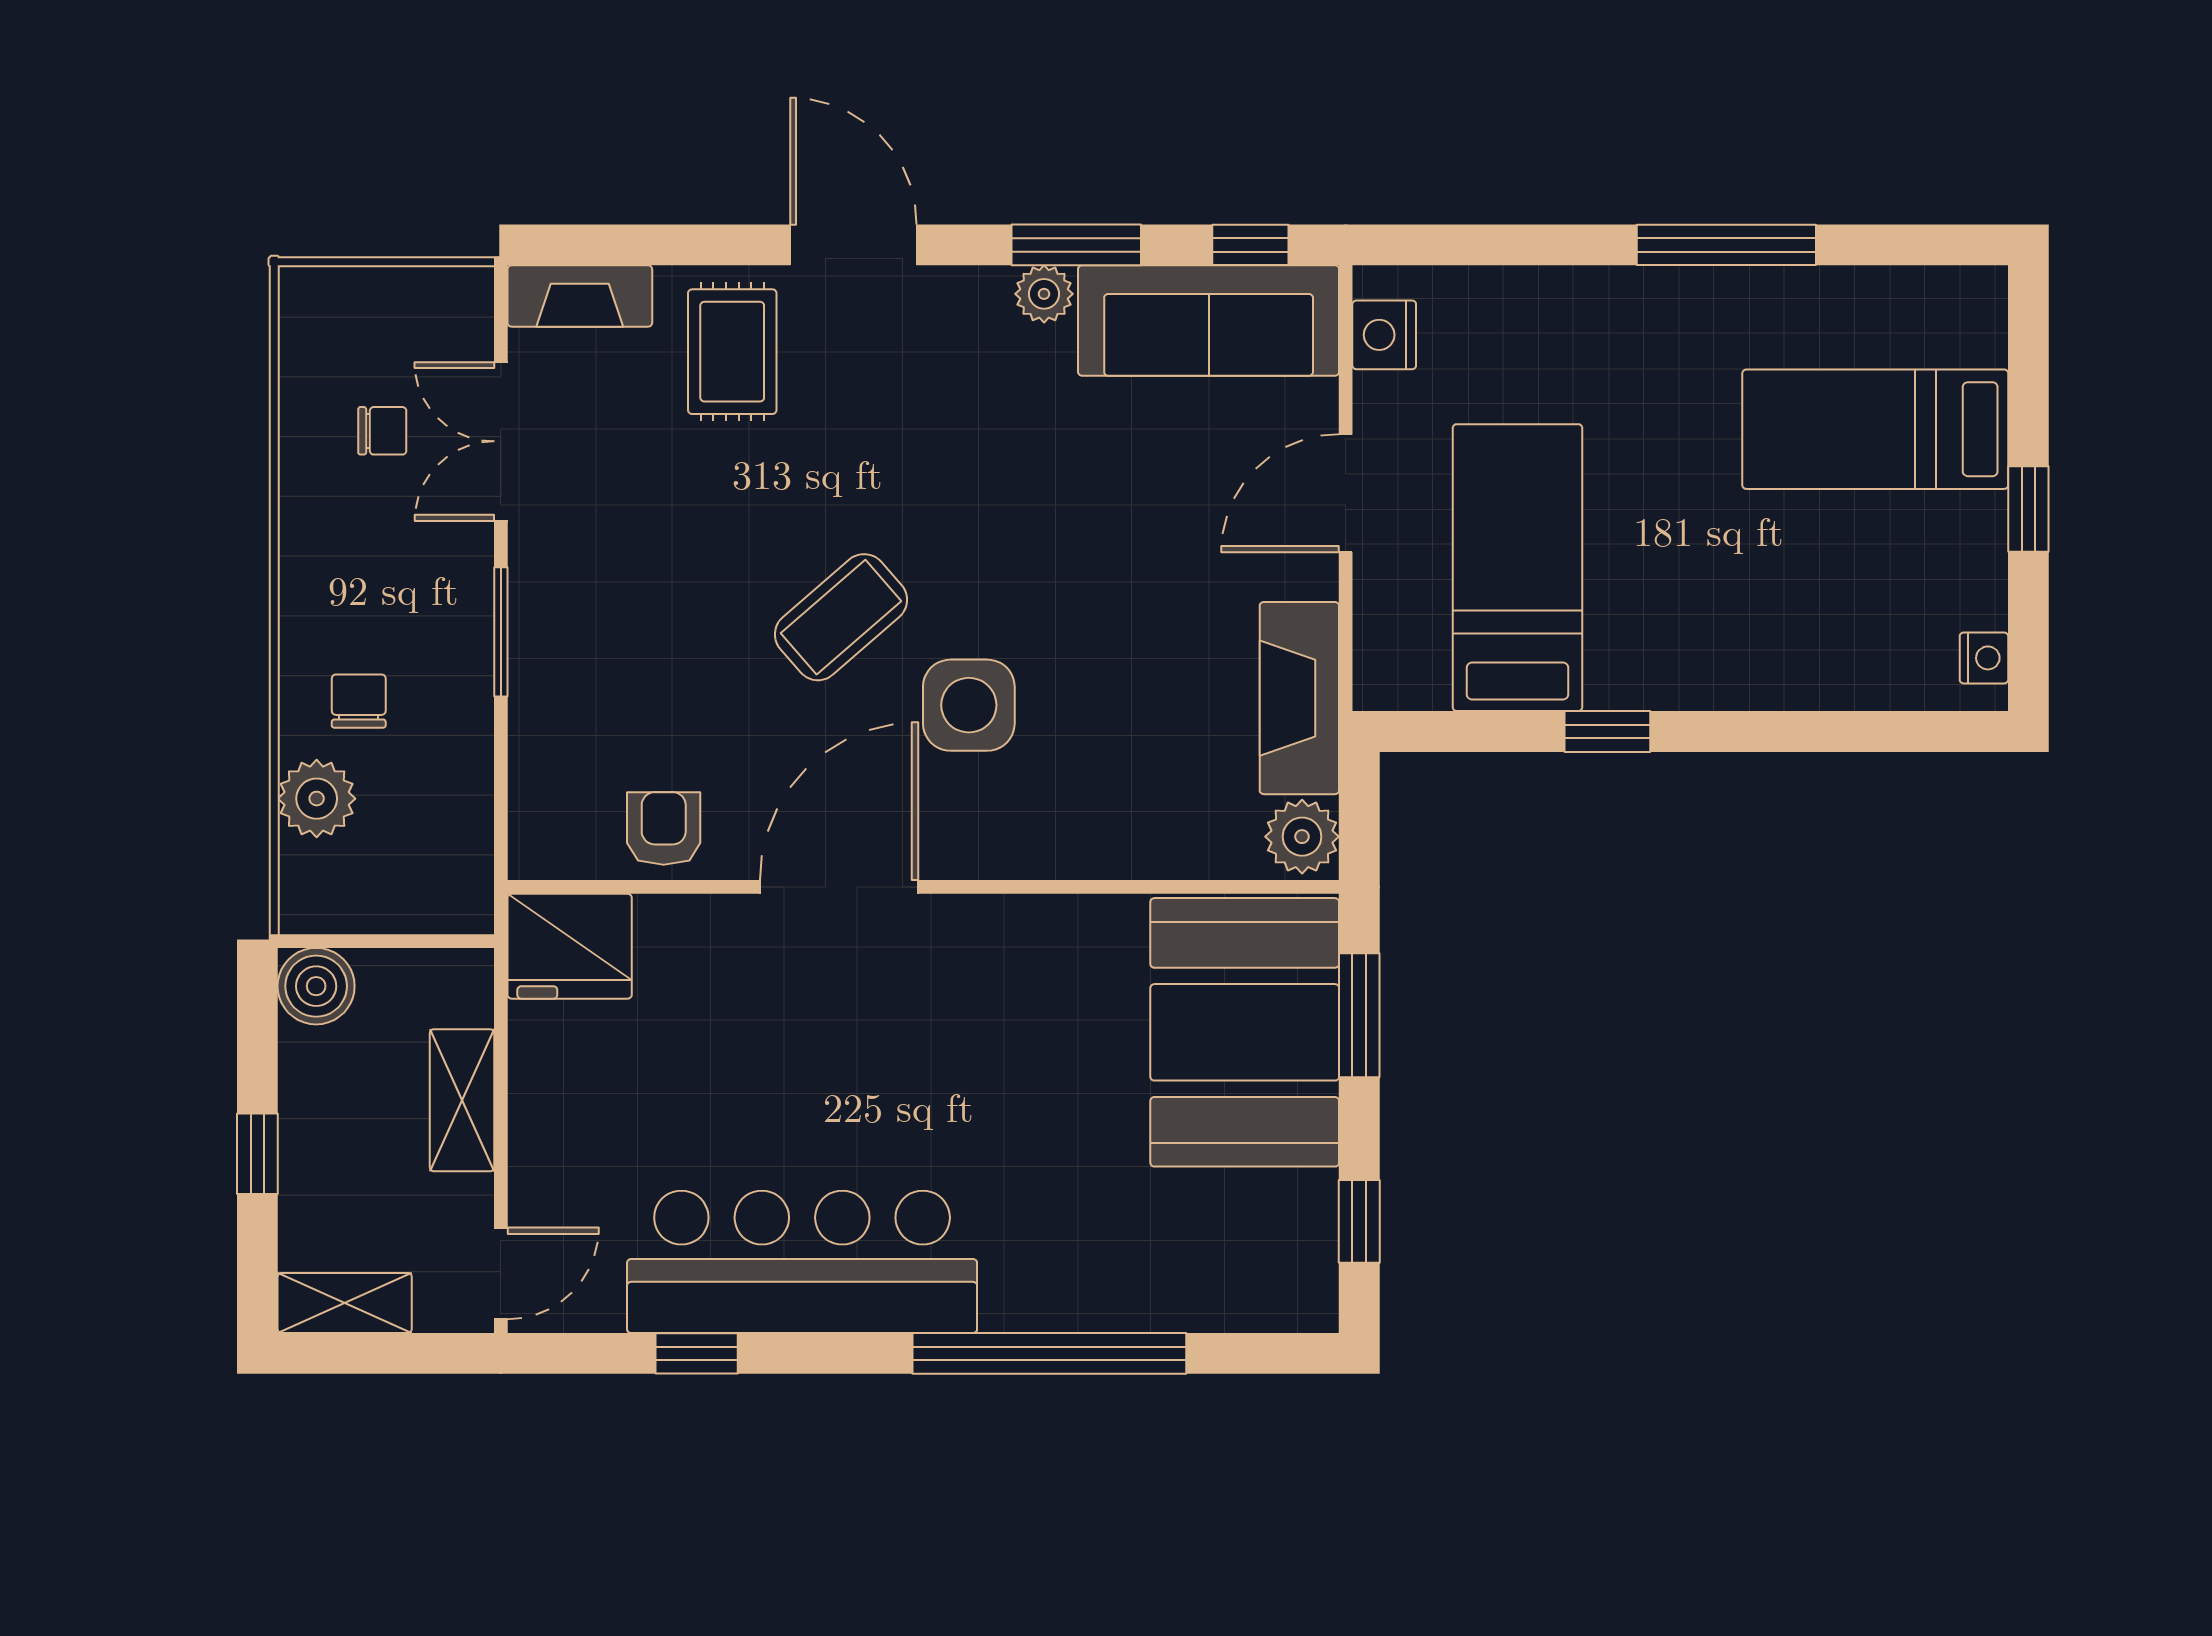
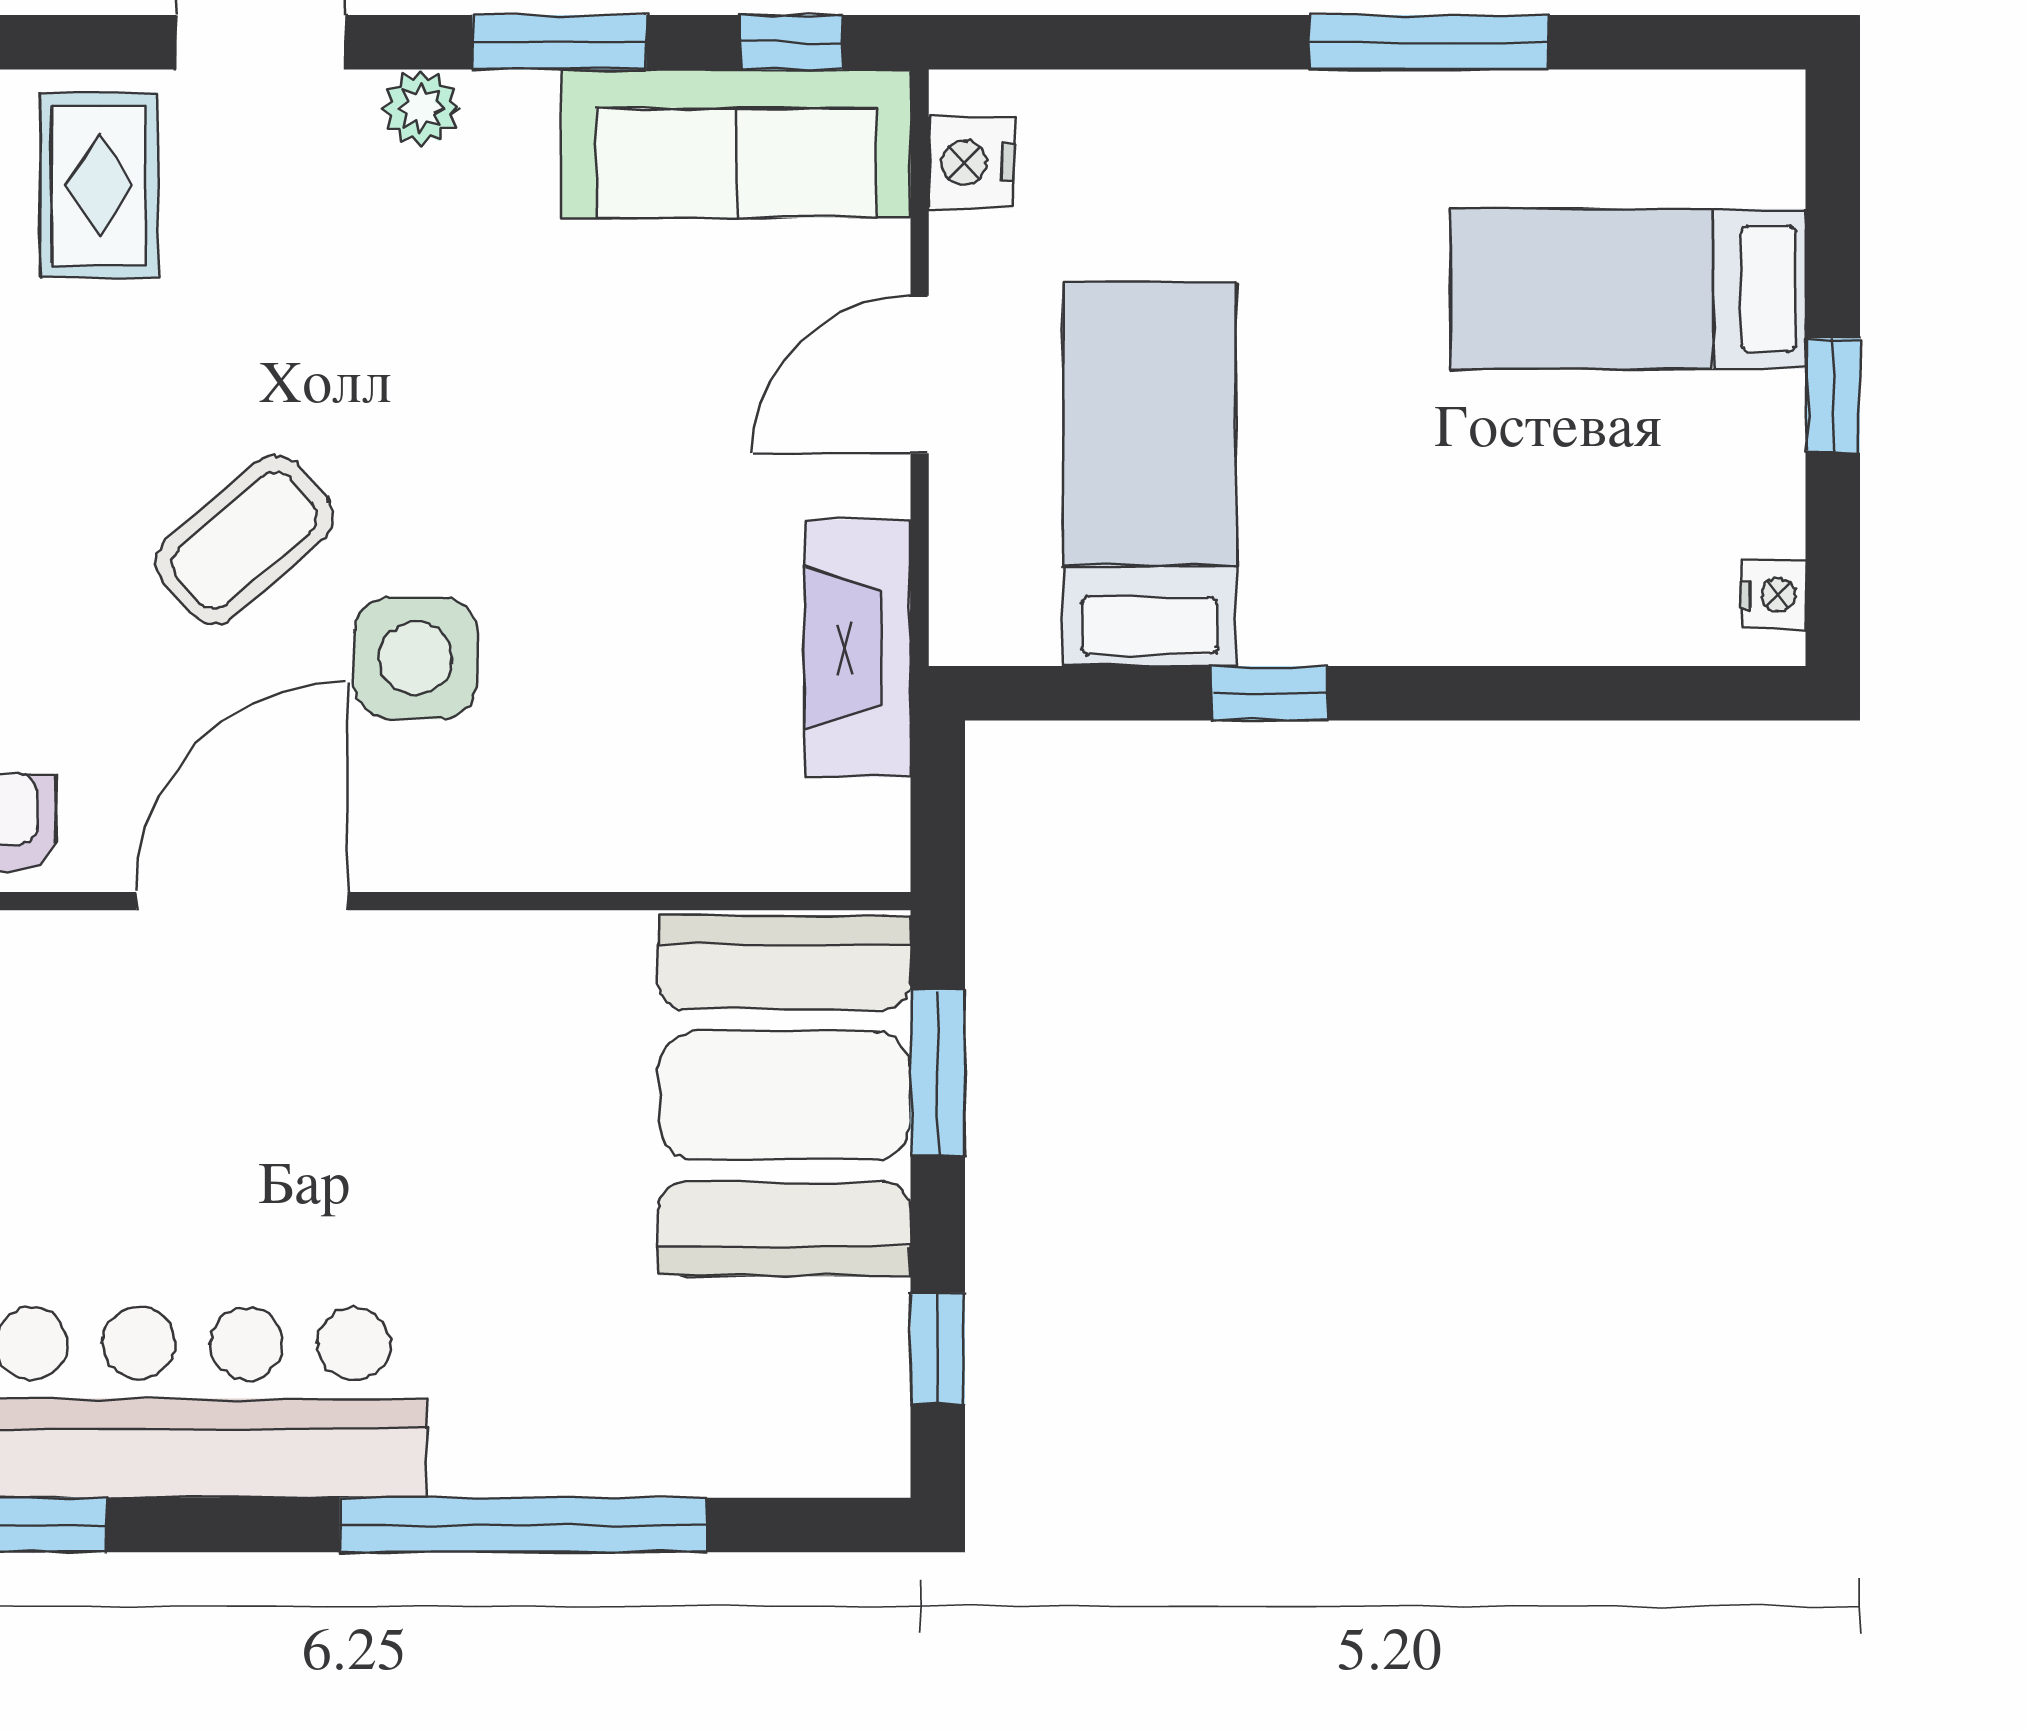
plant: (1044, 294) -> (421, 108), moved
plant: (1302, 837) -> (861, 834), removed

